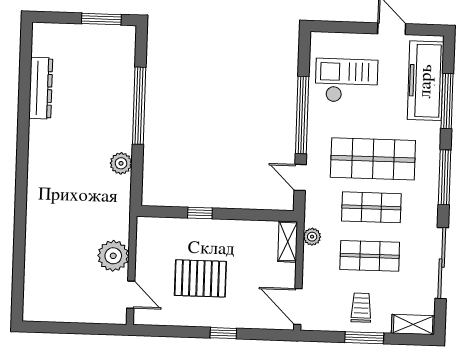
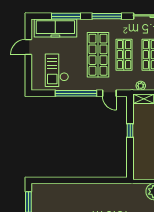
window: (139, 106) -> (74, 180), removed
plant: (121, 163) -> (105, 189), removed
door: (300, 177) -> (109, 93), hinge flipped
window: (200, 213) -> (130, 130), moved

